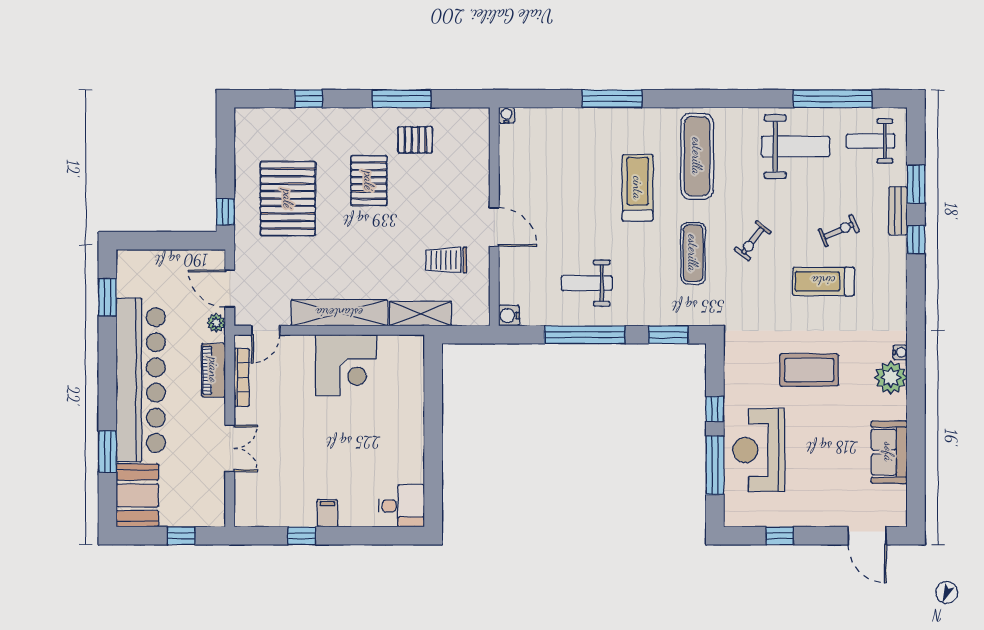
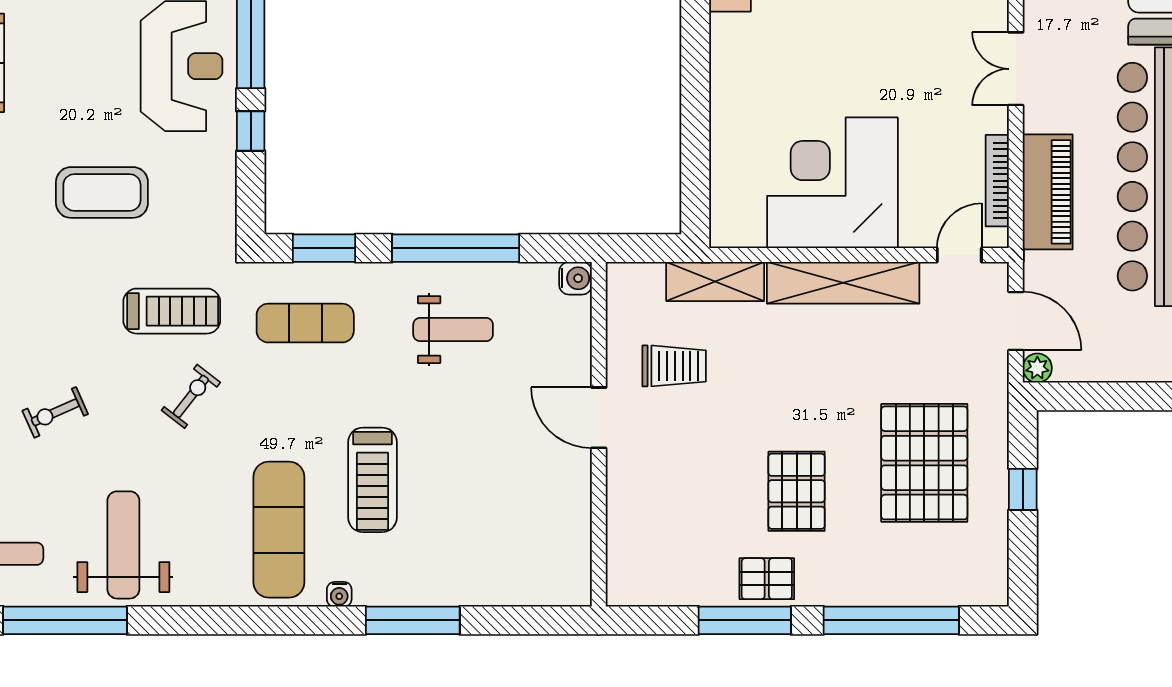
window: (309, 99) -> (891, 620), width x3.17
water cooler: (506, 115) -> (339, 594), moved
pallet: (415, 140) -> (767, 579), moved
weight bench: (796, 147) -> (123, 545), turned 90
window: (225, 212) -> (1023, 489), moved
exercise mat: (693, 253) -> (305, 323), moved, turned 90
treadmill: (823, 281) -> (172, 311), moved
plant: (216, 323) -> (1037, 368), moved
corner desk: (346, 365) -> (832, 183), width x1.36, depth x1.36
piano: (214, 370) -> (1048, 192), width x1.37, depth x1.33

